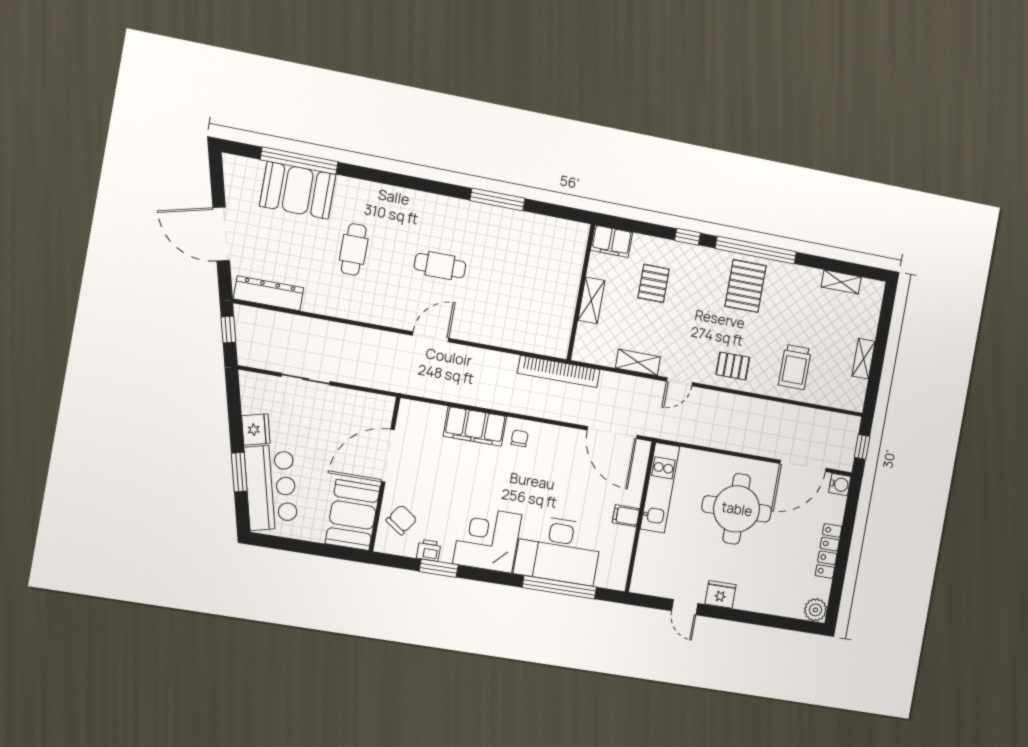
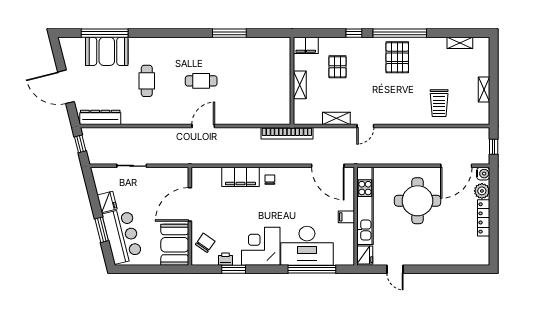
pallet: (733, 366) -> (398, 110), removed
kitchen unit: (660, 488) -> (365, 206), width x1.36
fridge: (720, 594) -> (365, 255), moved, turned 90
plant: (815, 610) -> (482, 191), moved

